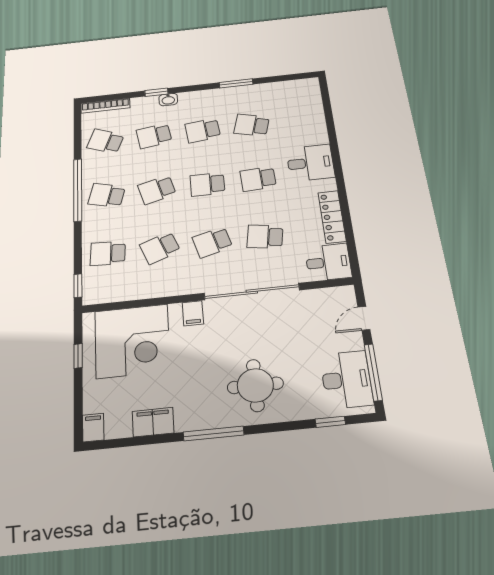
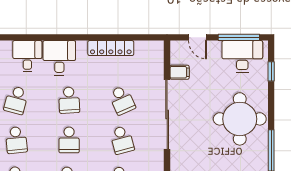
school desk: (265, 237) -> (122, 100), turned -33
desk: (328, 262) -> (27, 56), moved
filing cabinet: (193, 313) -> (180, 72), moved
round table: (255, 385) -> (240, 119), width x1.36, depth x1.36

